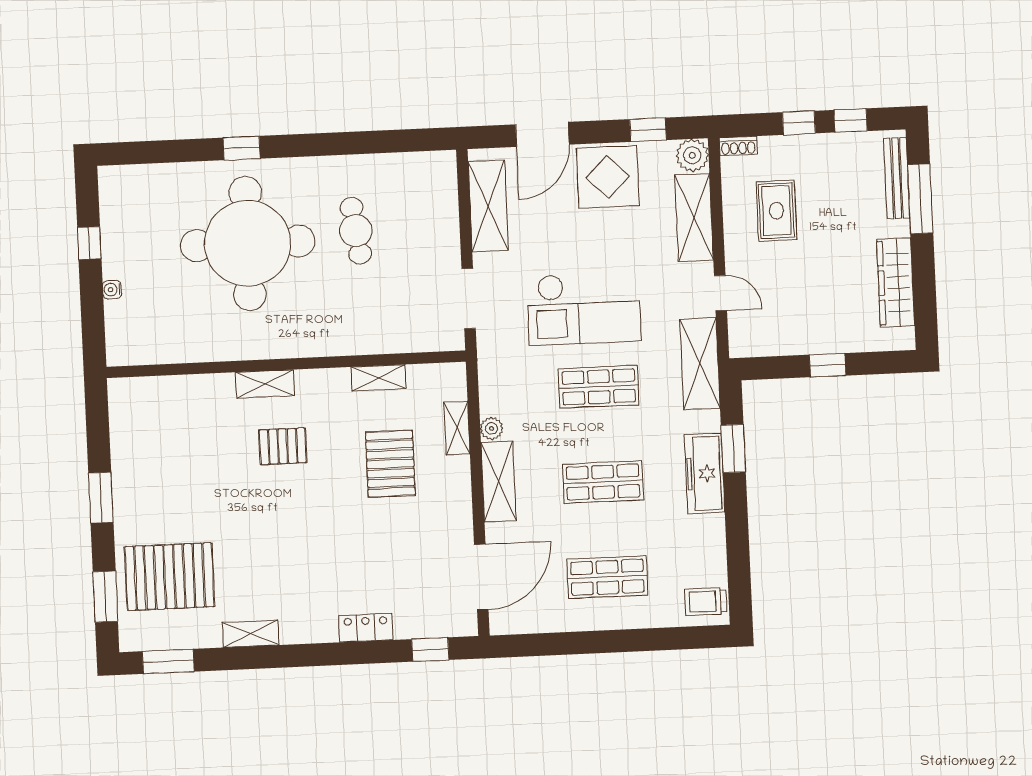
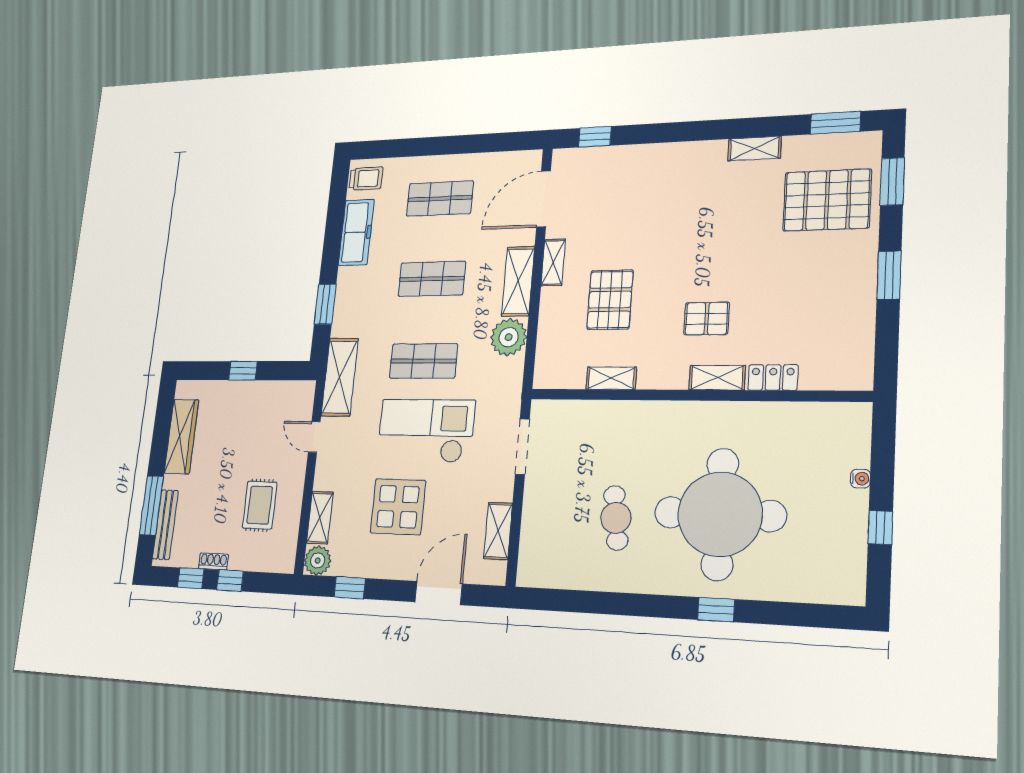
shoe rack: (738, 146) -> (213, 561), moved
display table: (608, 177) -> (398, 507), moved
shelving: (488, 206) -> (498, 531), width x0.67, depth x0.75
shelving: (694, 218) -> (320, 518), width x0.67, depth x0.75
shelving: (457, 428) -> (553, 262), moved
plant: (492, 428) -> (509, 337), width x1.87, depth x1.87
freezer: (705, 473) -> (356, 232), moved
locker: (366, 628) -> (773, 377), moved, turned 180

